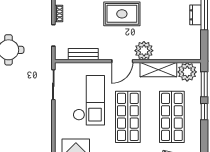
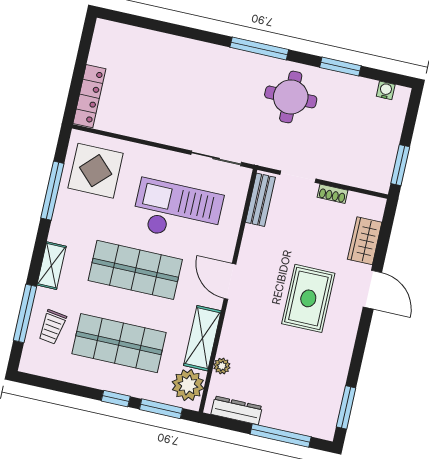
dresser: (195, 15) -> (237, 410), moved, width x1.44
plant: (144, 51) -> (222, 366), moved, width x0.53, depth x0.53
bench: (83, 54) -> (260, 200), moved
checkout: (89, 100) -> (177, 212), turned 180

